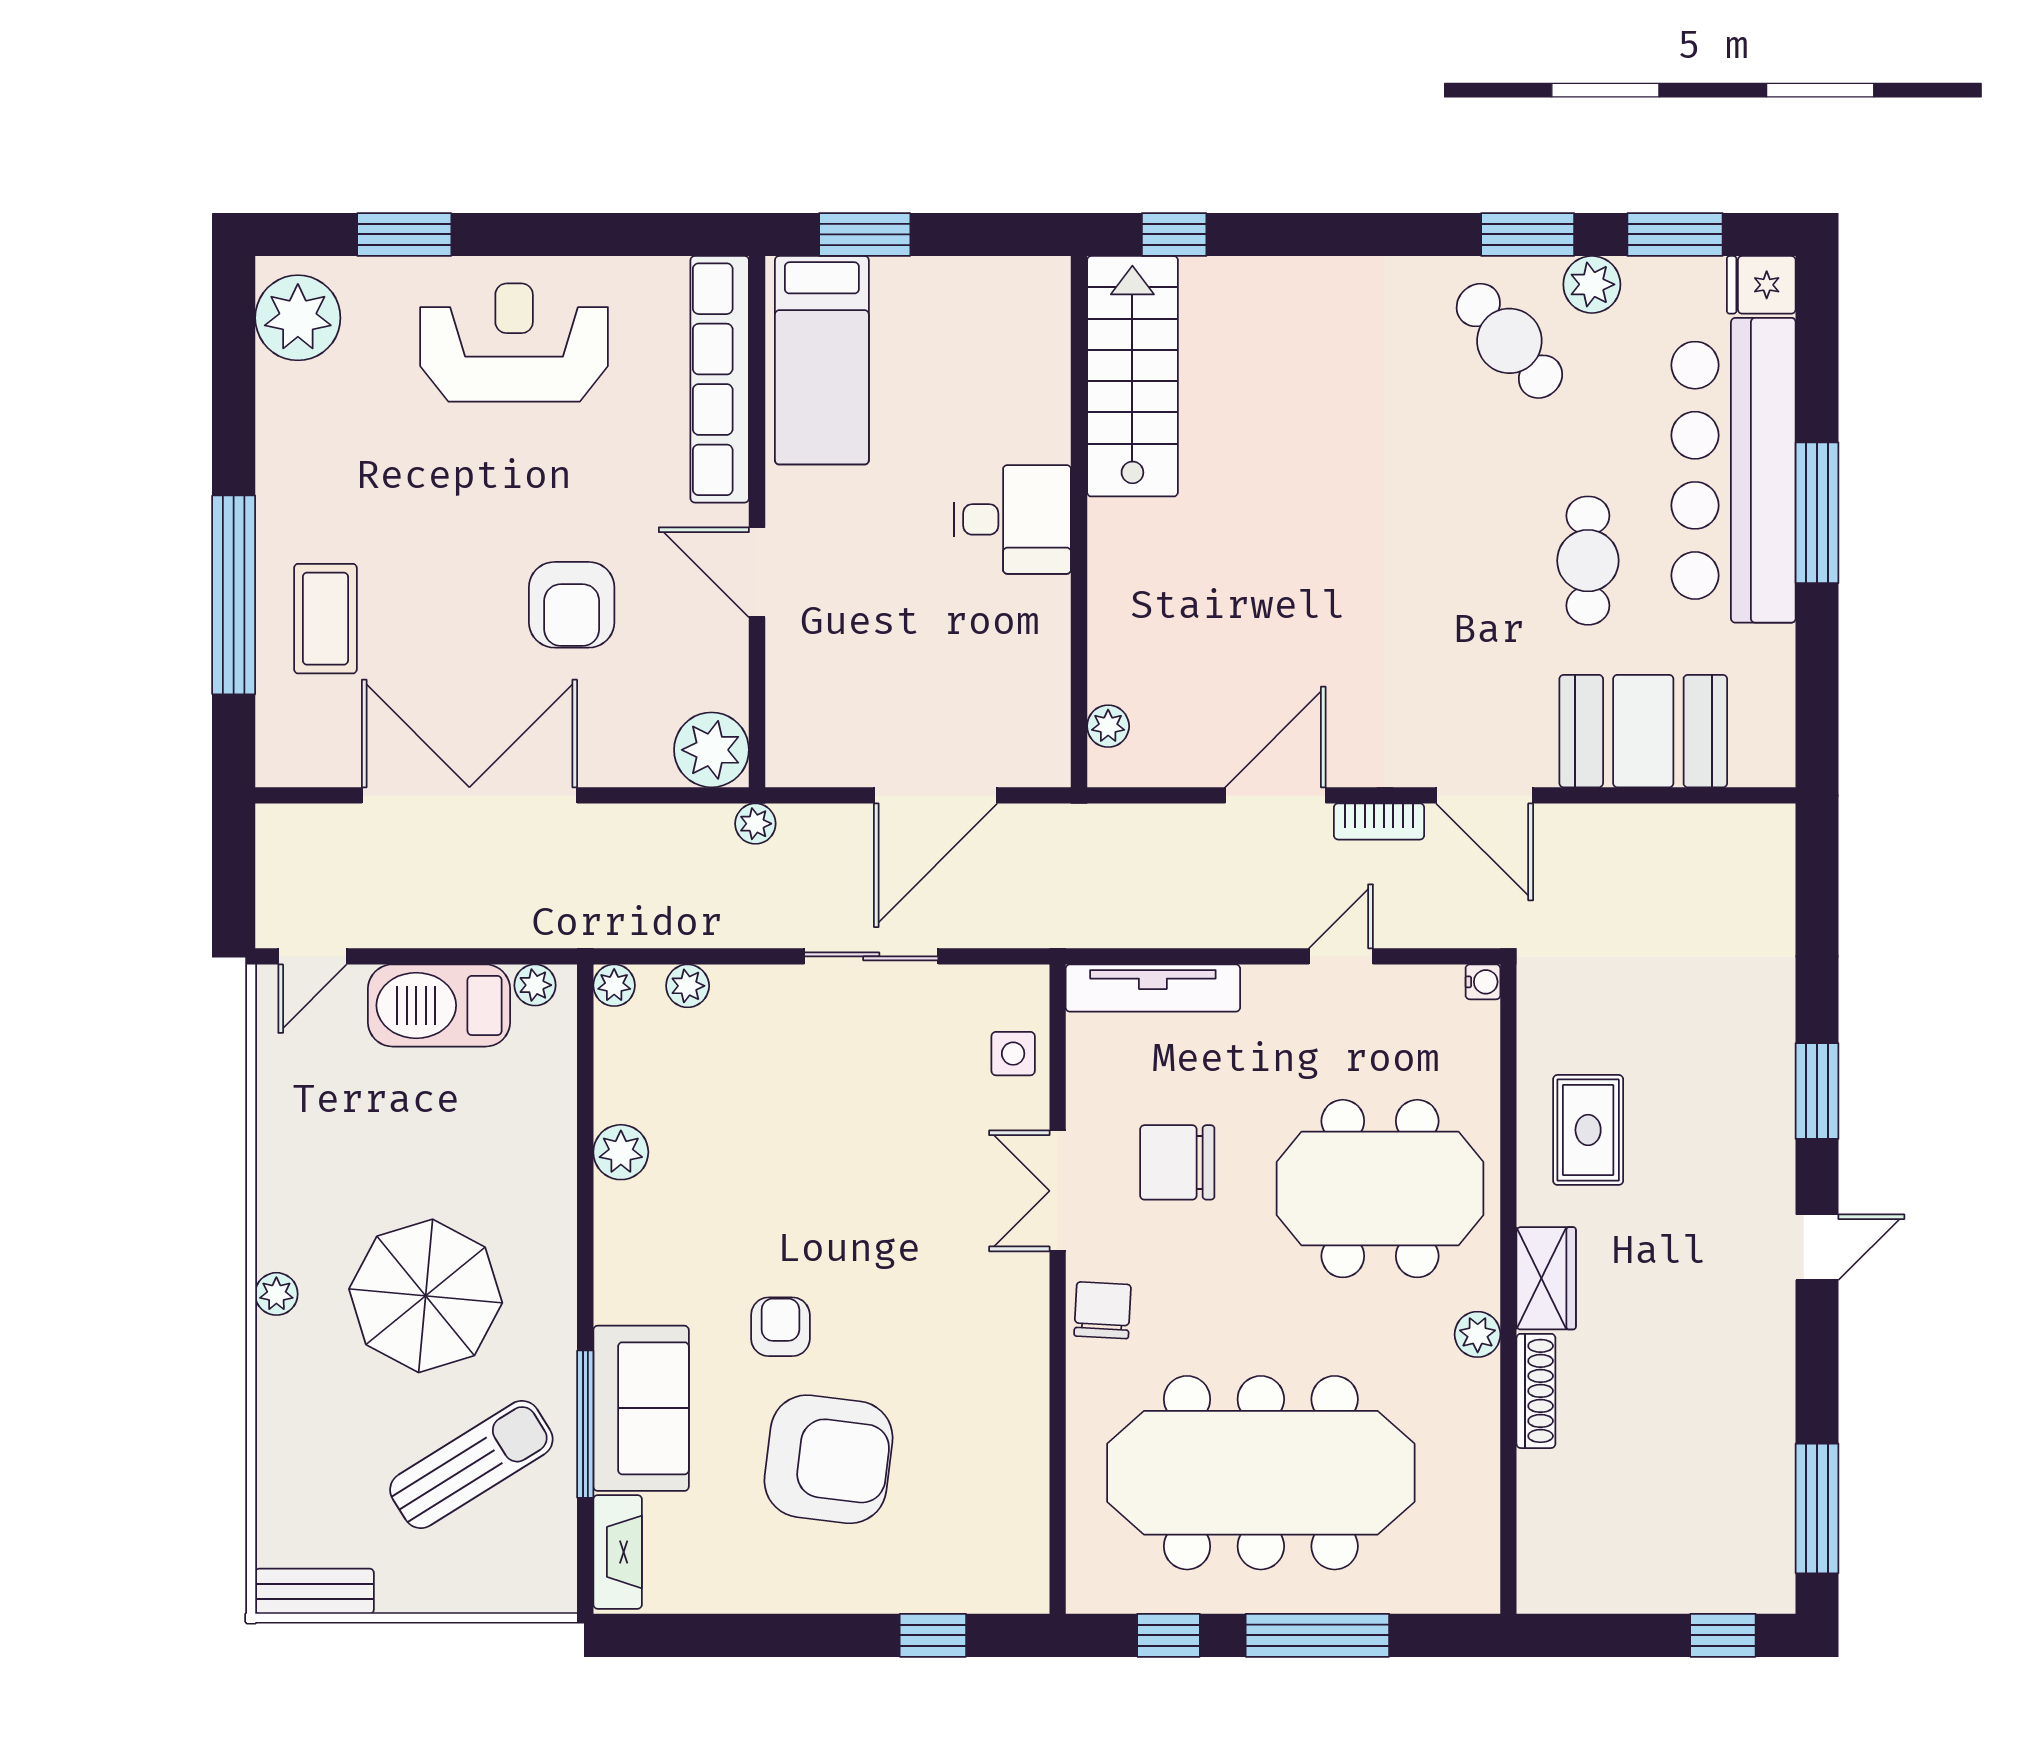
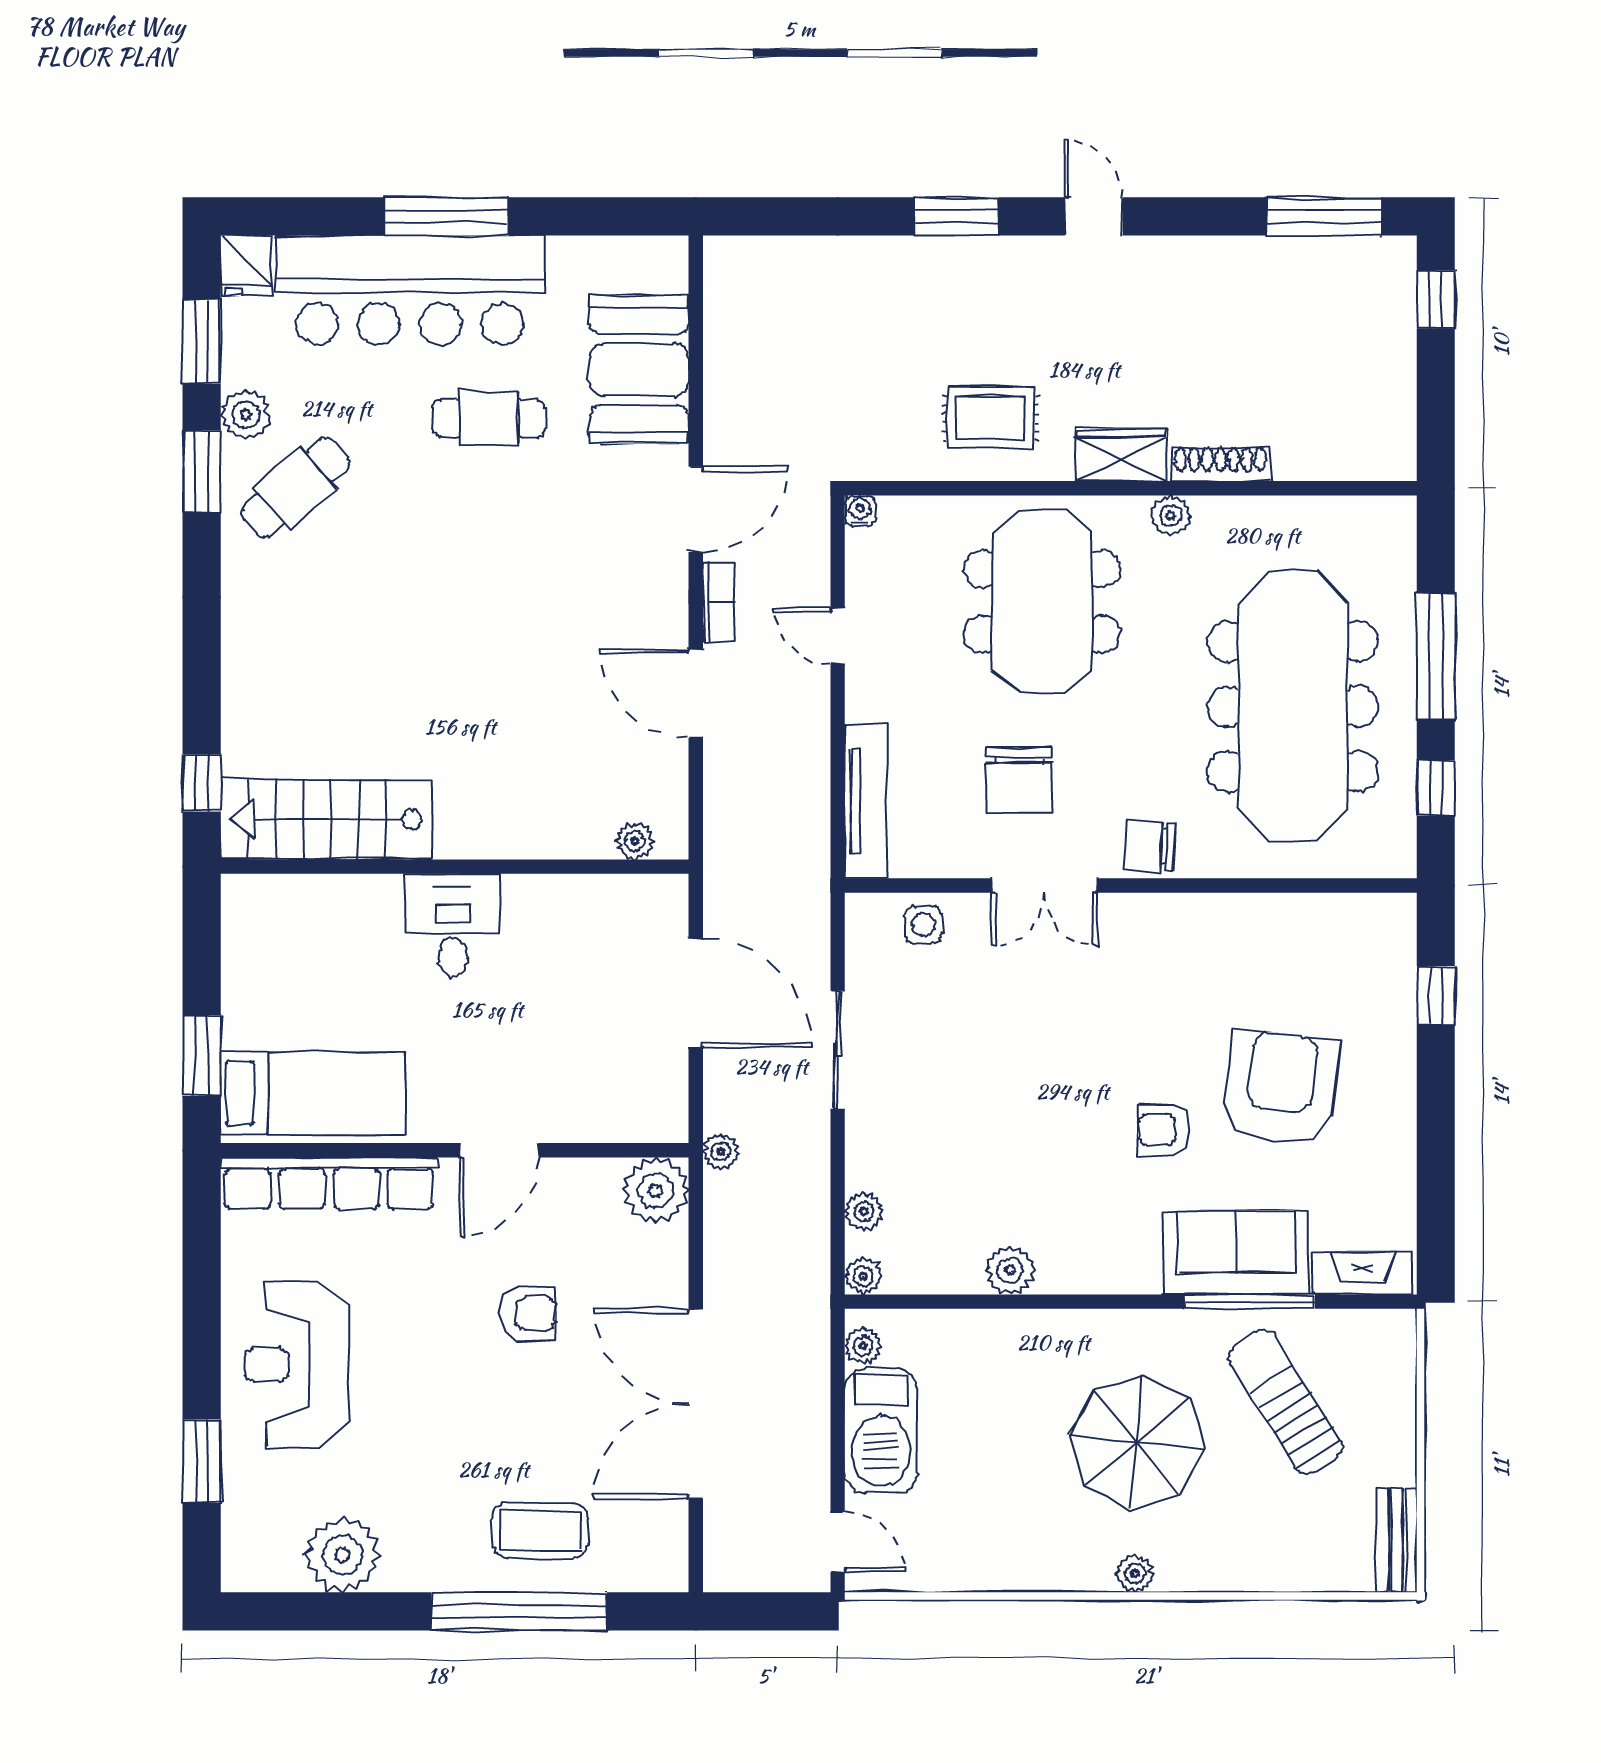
plant: (298, 318) -> (342, 1555), moved
armchair: (572, 605) -> (528, 1314), width x0.72, depth x0.72

